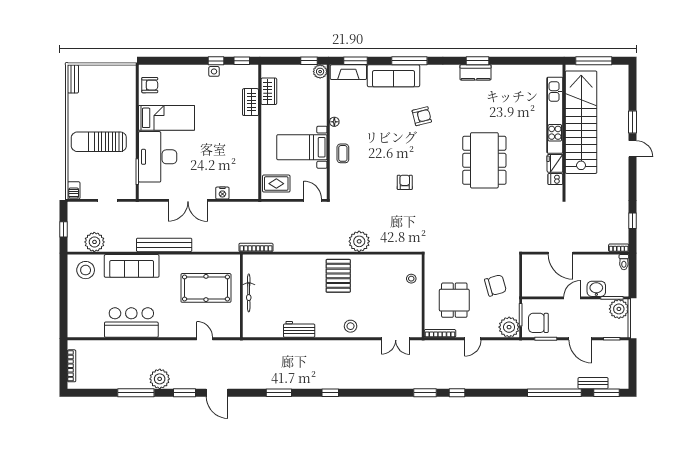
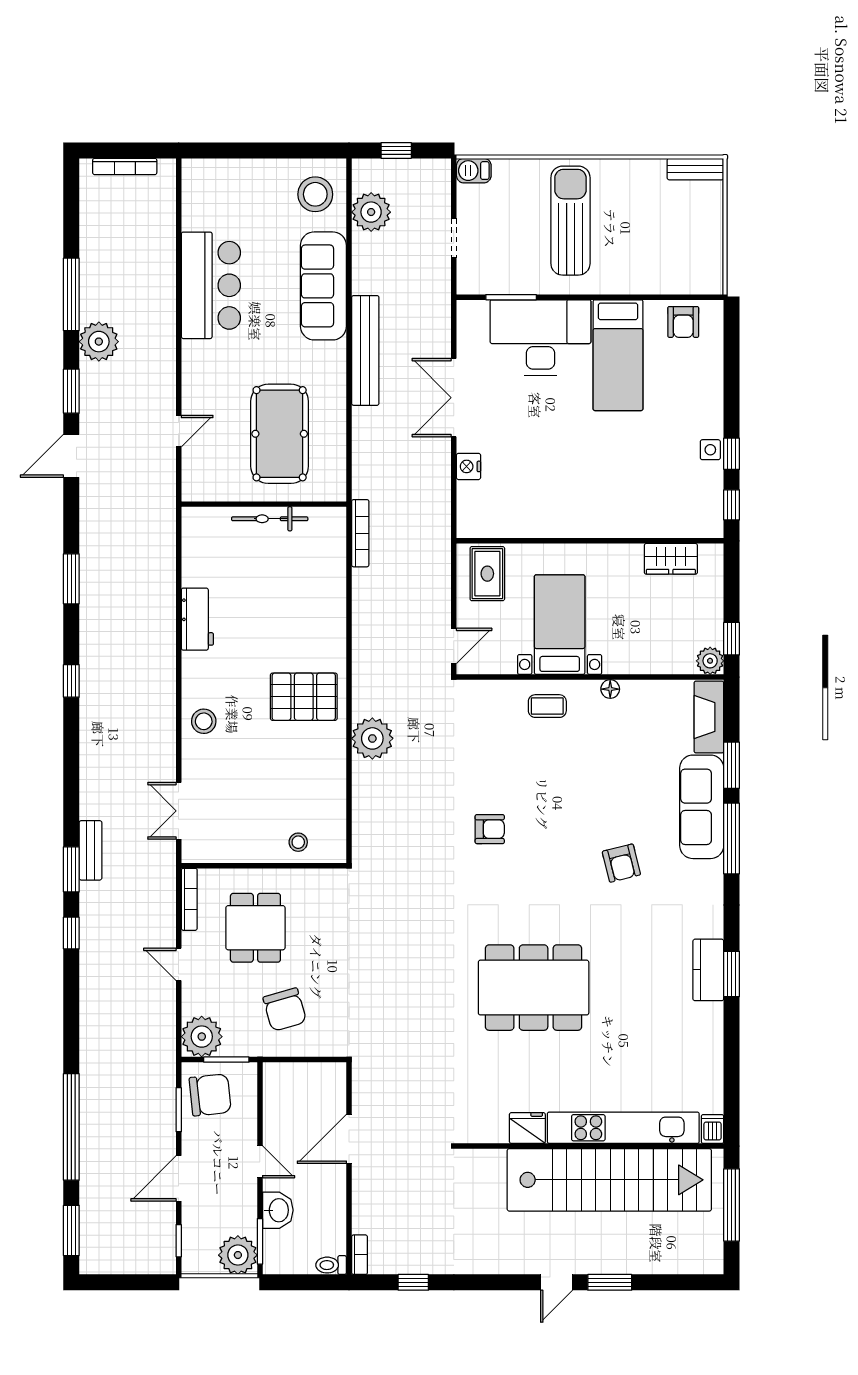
window: (356, 61) -> (732, 765), moved
wardrobe: (251, 102) -> (649, 522), removed
dishwasher: (555, 179) -> (713, 1129), moved
dining table: (454, 300) -> (255, 928), turned 90
chair: (538, 323) -> (210, 1095), turned 84
bench: (593, 383) -> (90, 850), moved

